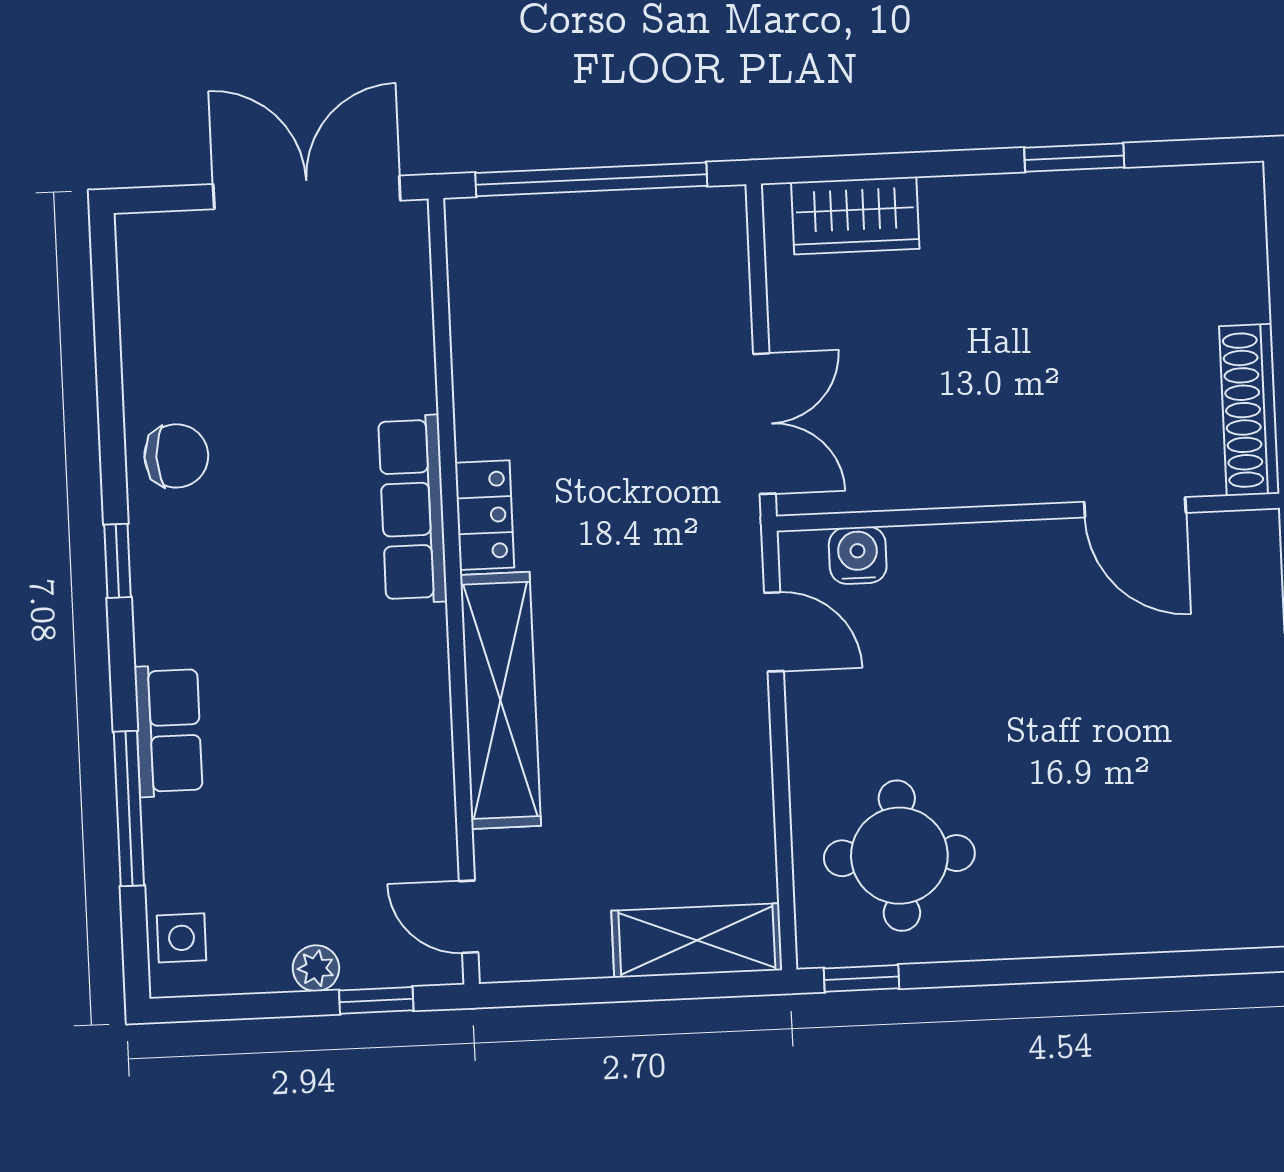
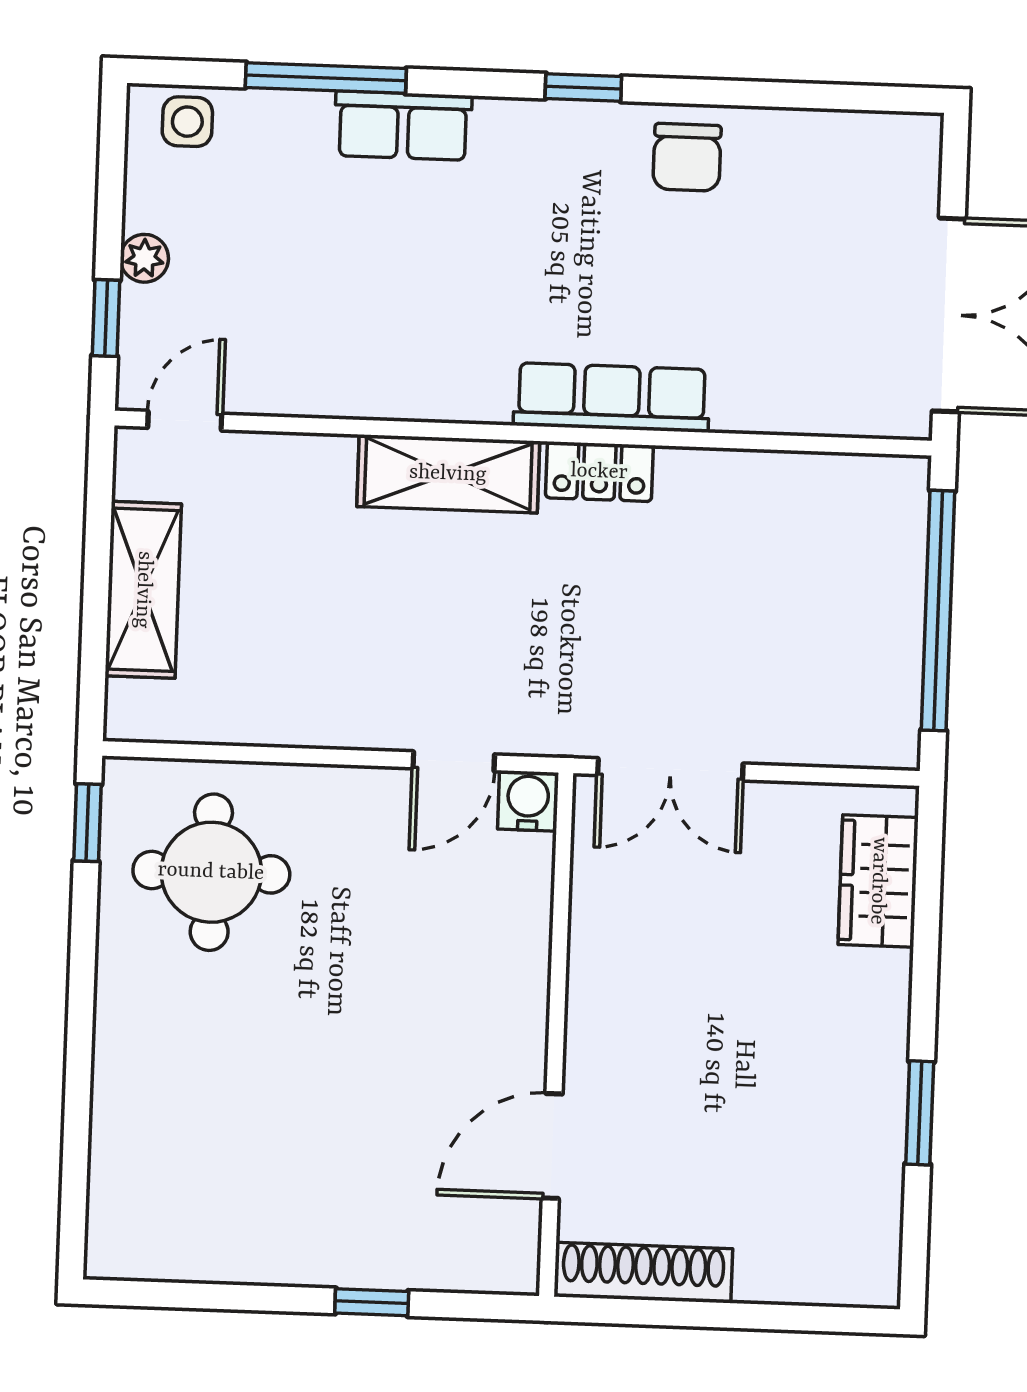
water cooler: (858, 555) -> (528, 801), moved, turned -90
shelving: (501, 700) -> (448, 474), width x0.68
shelving: (697, 940) -> (143, 590), moved

